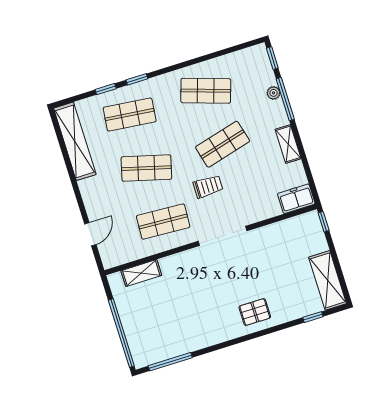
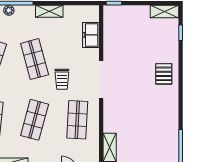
trolley: (208, 187) -> (62, 79), turned 180
freezer: (296, 199) -> (91, 35), moved
shelving: (328, 280) -> (165, 12), width x0.67, depth x0.75

